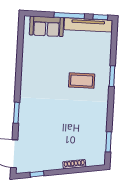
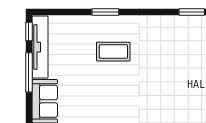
coffee table: (82, 81) -> (113, 52), turned 90

